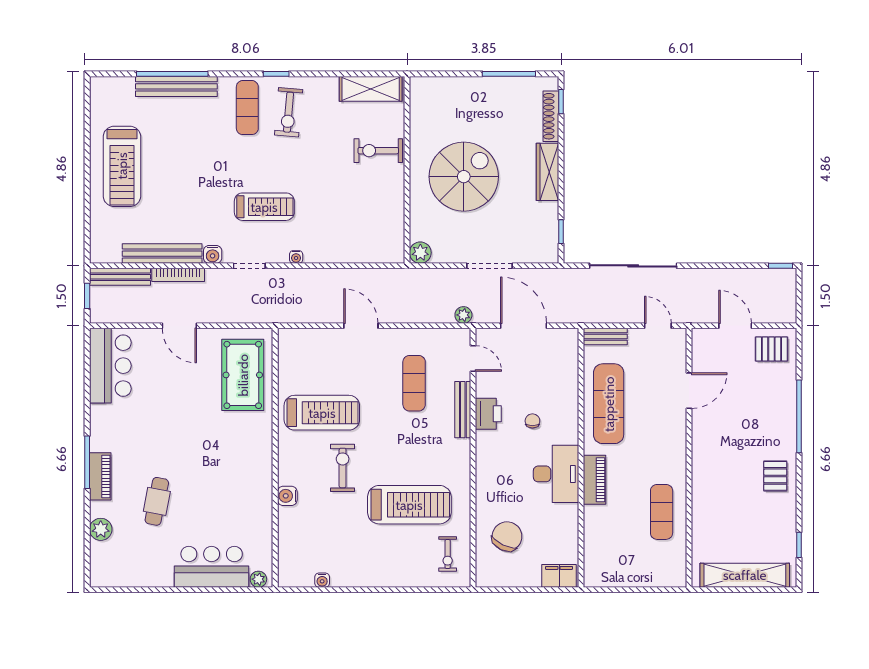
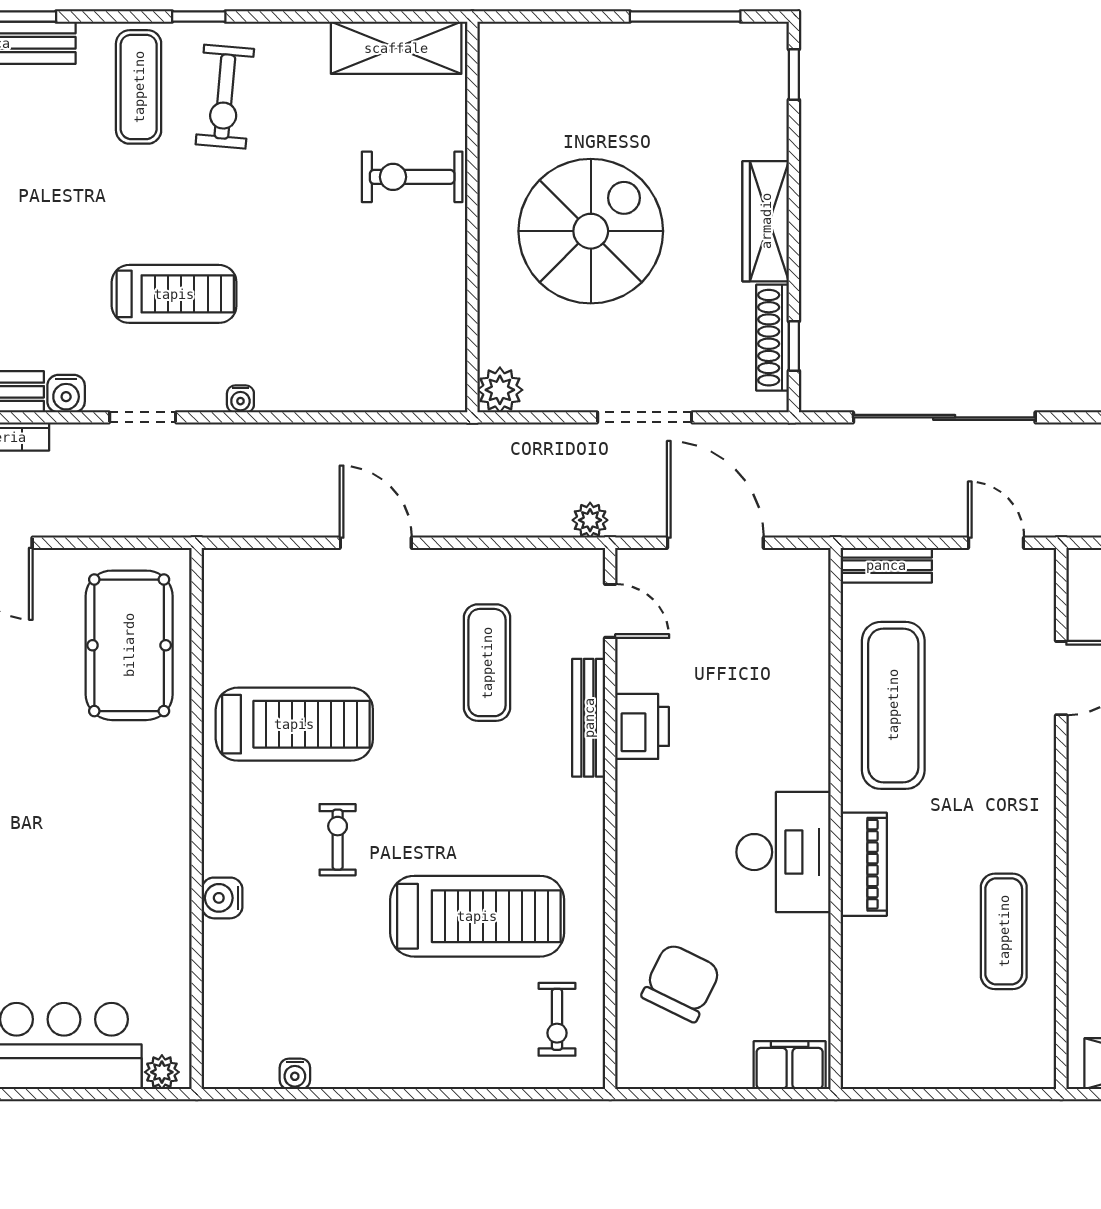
shoe rack: (551, 116) -> (773, 338), moved
chair: (532, 421) -> (734, 741), removed
exercise bike: (343, 468) -> (338, 840), width x0.73, depth x0.72

